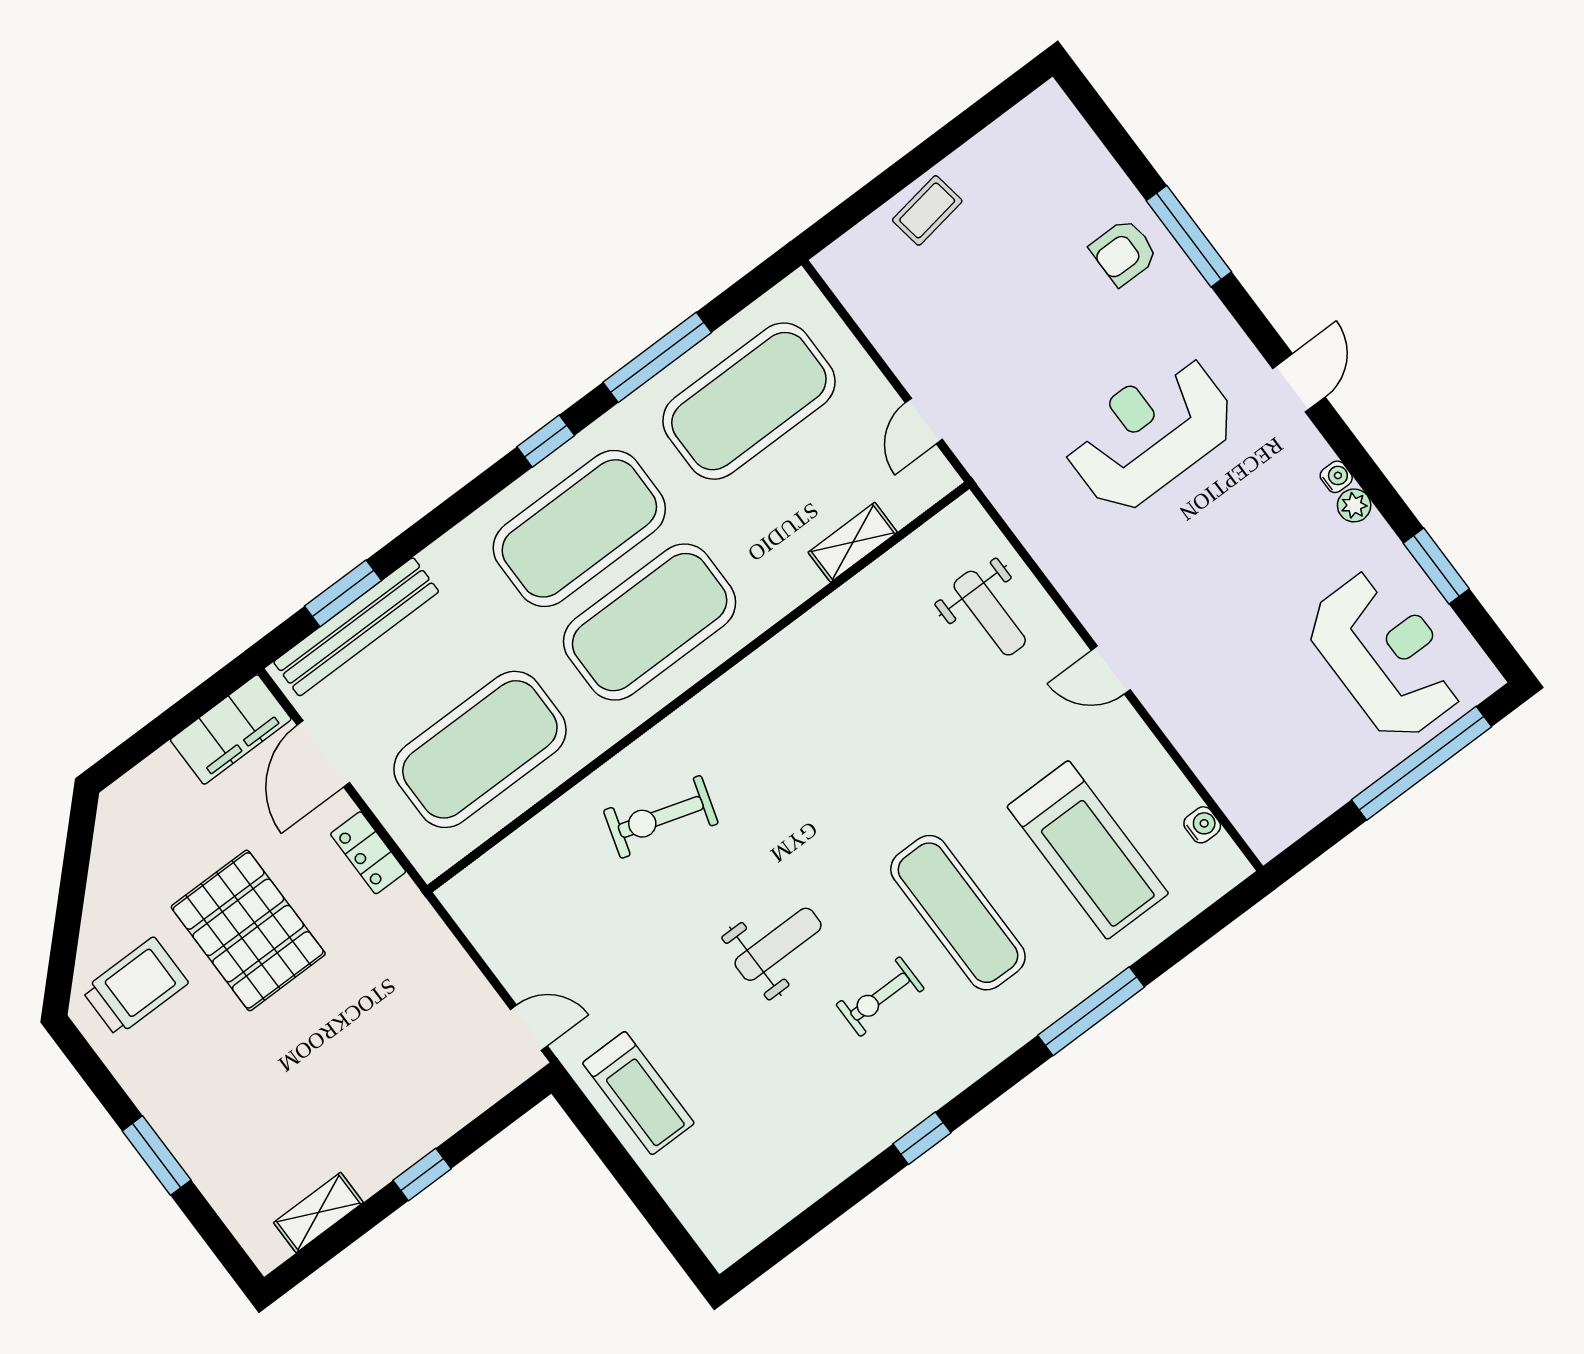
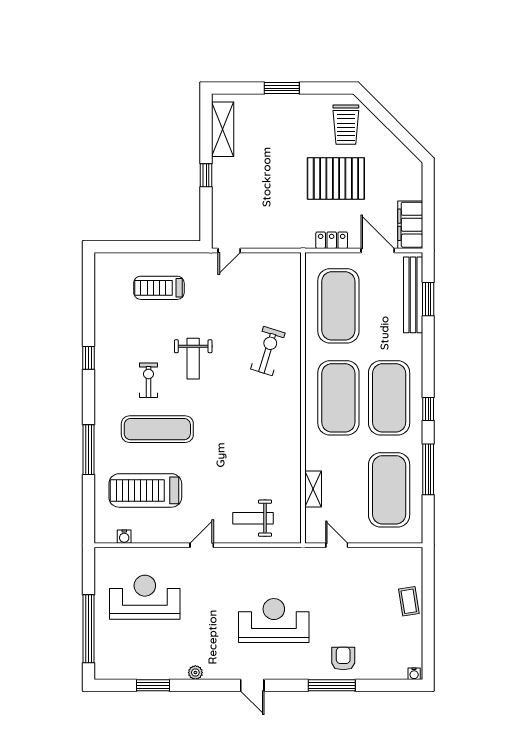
reception desk: (1150, 433) -> (274, 621), turned -90
water cooler: (1336, 477) -> (414, 674), moved
reception desk: (1386, 655) -> (145, 597), moved, turned 180
treadmill: (638, 1093) -> (159, 288), moved
shelving: (318, 1212) -> (223, 129), width x1.50, depth x1.33

